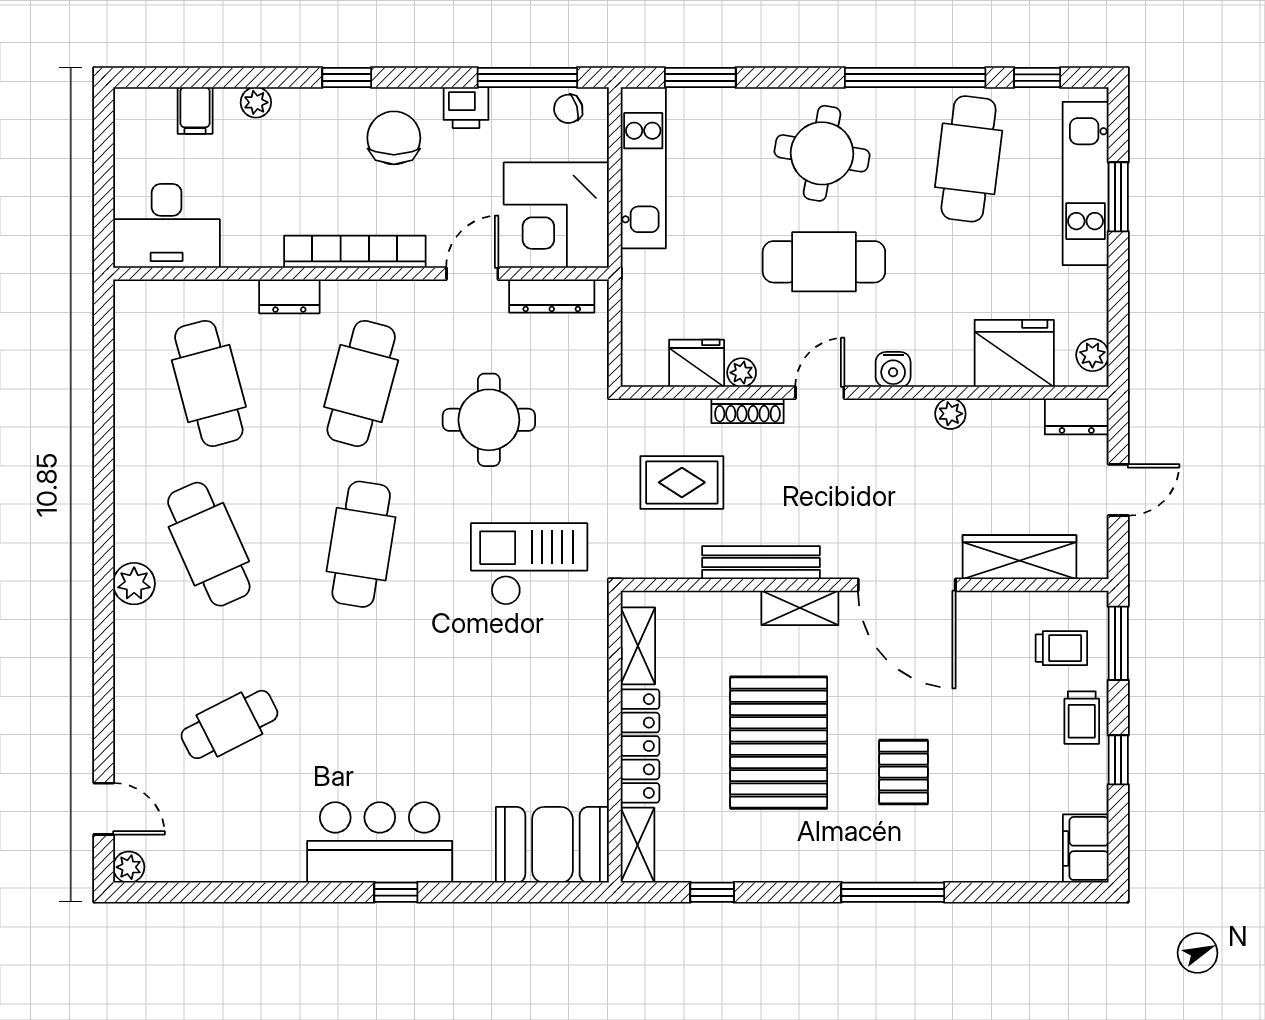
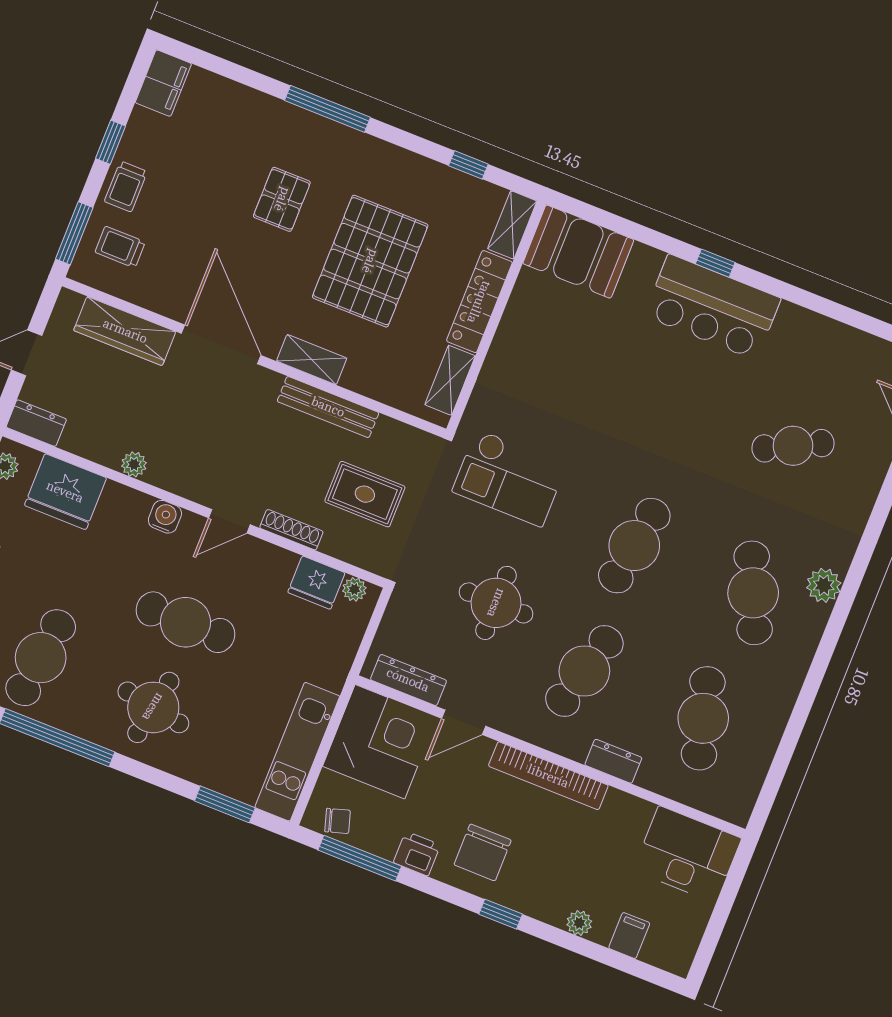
plant: (742, 373) -> (354, 589), moved
trolley: (1082, 718) -> (126, 187), turned 180

